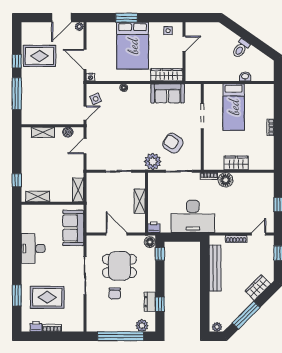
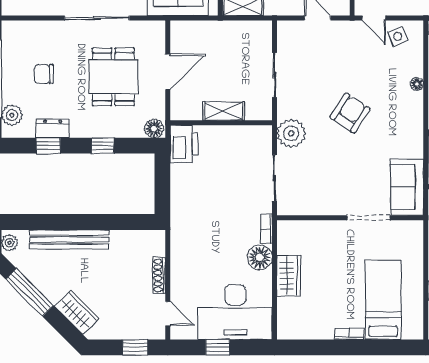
sofa: (168, 93) -> (407, 187), moved
bed: (234, 107) -> (383, 300), moved, turned 90
armchair: (173, 143) -> (350, 113), moved
desk: (193, 216) -> (235, 312), moved, turned -90
printer: (154, 227) -> (184, 144), width x1.87, depth x1.48
window: (160, 254) -> (103, 146), moved
bench: (215, 268) -> (69, 240), moved
chair: (115, 293) -> (44, 74), moved

